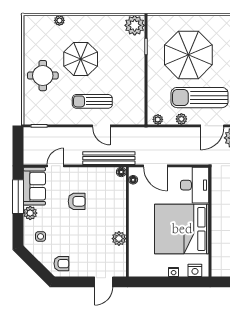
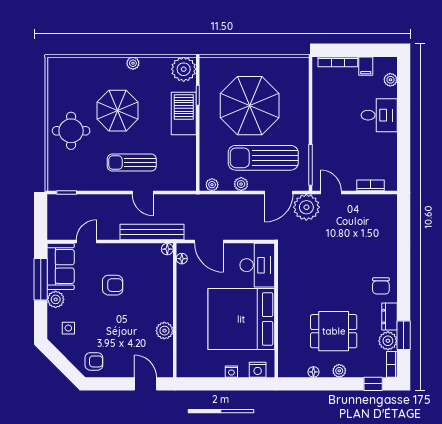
plant: (59, 20) -> (133, 63), moved
barbecue: (135, 61) -> (184, 113), added
door: (104, 282) -> (146, 384), swing flipped

